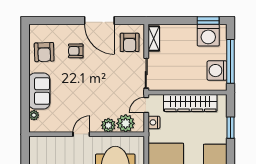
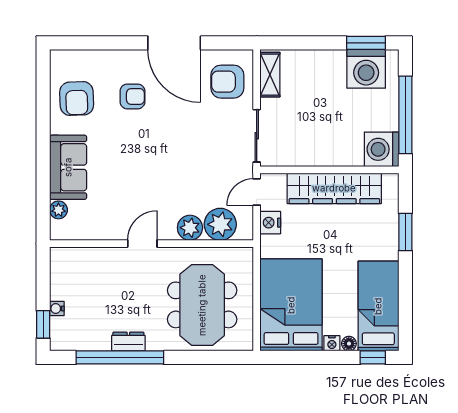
armchair: (130, 42) -> (227, 82), turned 90
armchair: (76, 51) -> (132, 96), turned 180
washing machine: (217, 71) -> (382, 149), moved

